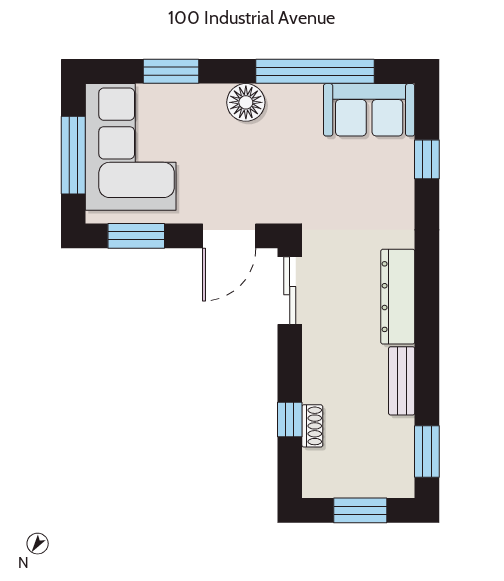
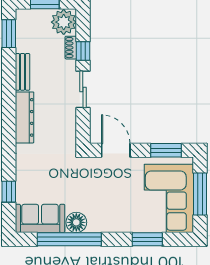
floor lamp: (246, 102) -> (76, 222), moved
door: (229, 236) -> (116, 150), hinge flipped
sliding door: (290, 291) -> (83, 89), moved
plant: (325, 473) -> (64, 22), added

